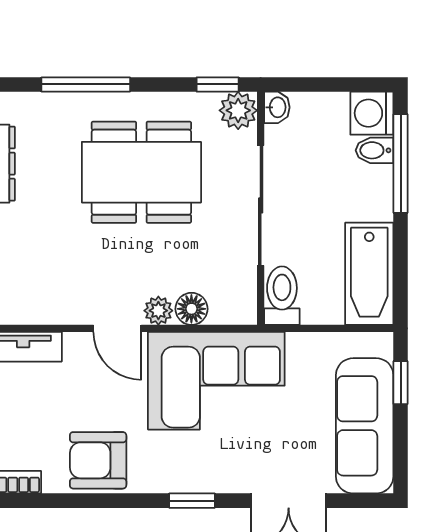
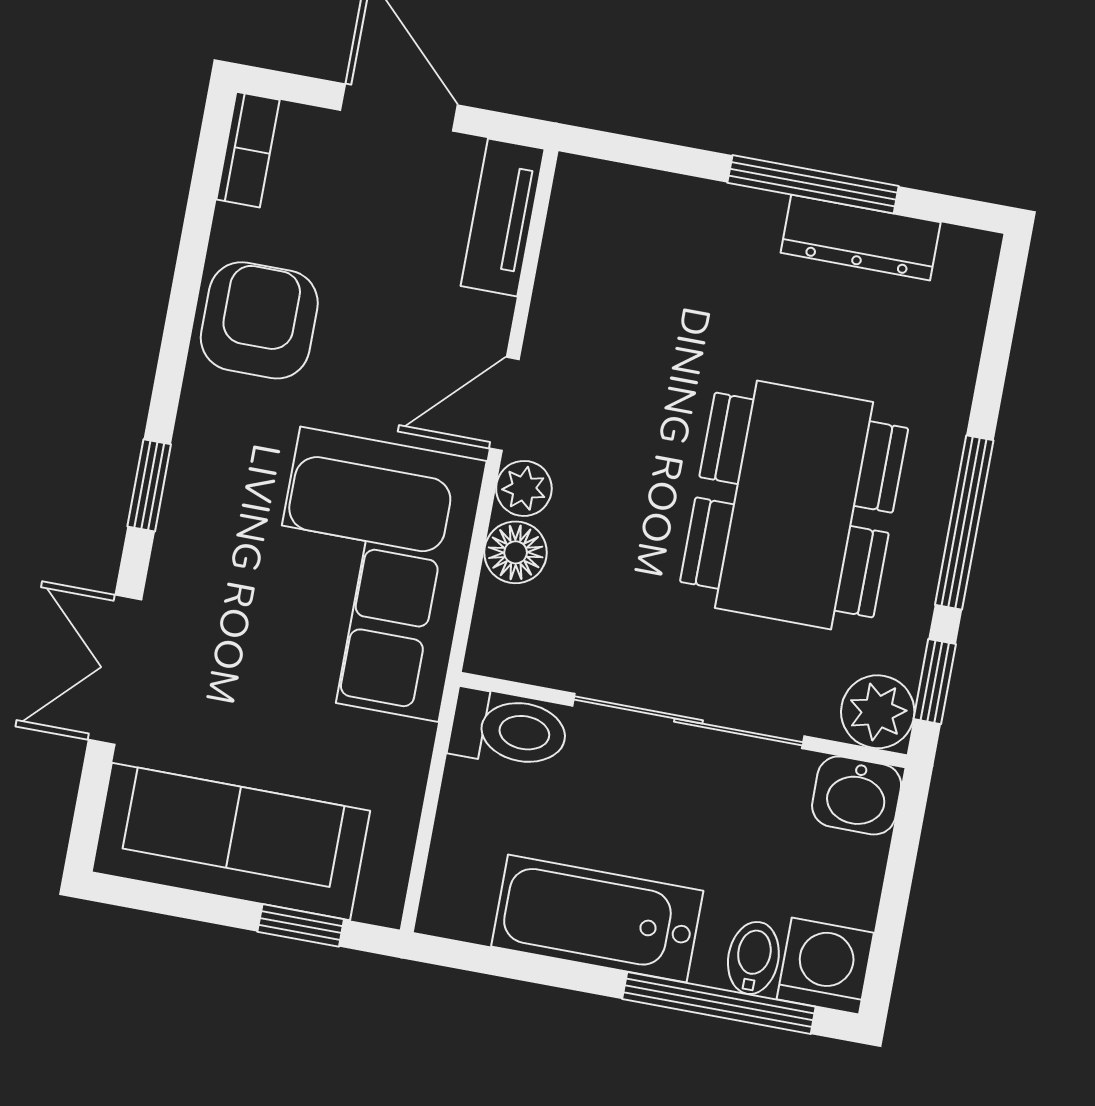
window: (86, 84) -> (964, 522), moved
washbasin: (277, 107) -> (857, 795), width x1.38, depth x1.45
bathtub: (369, 274) -> (597, 919), moved

